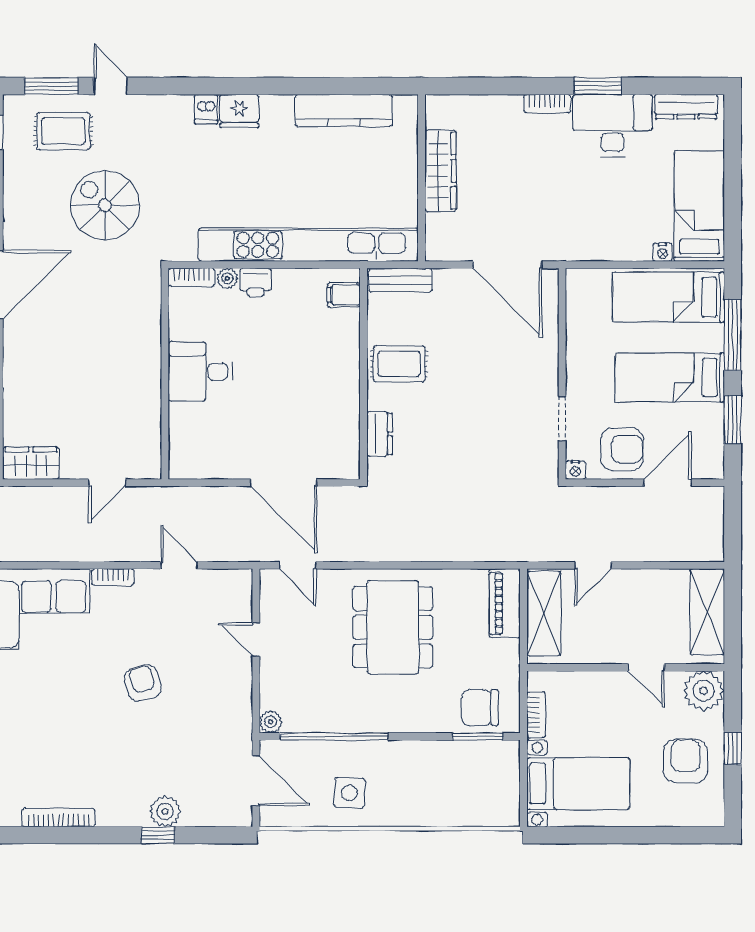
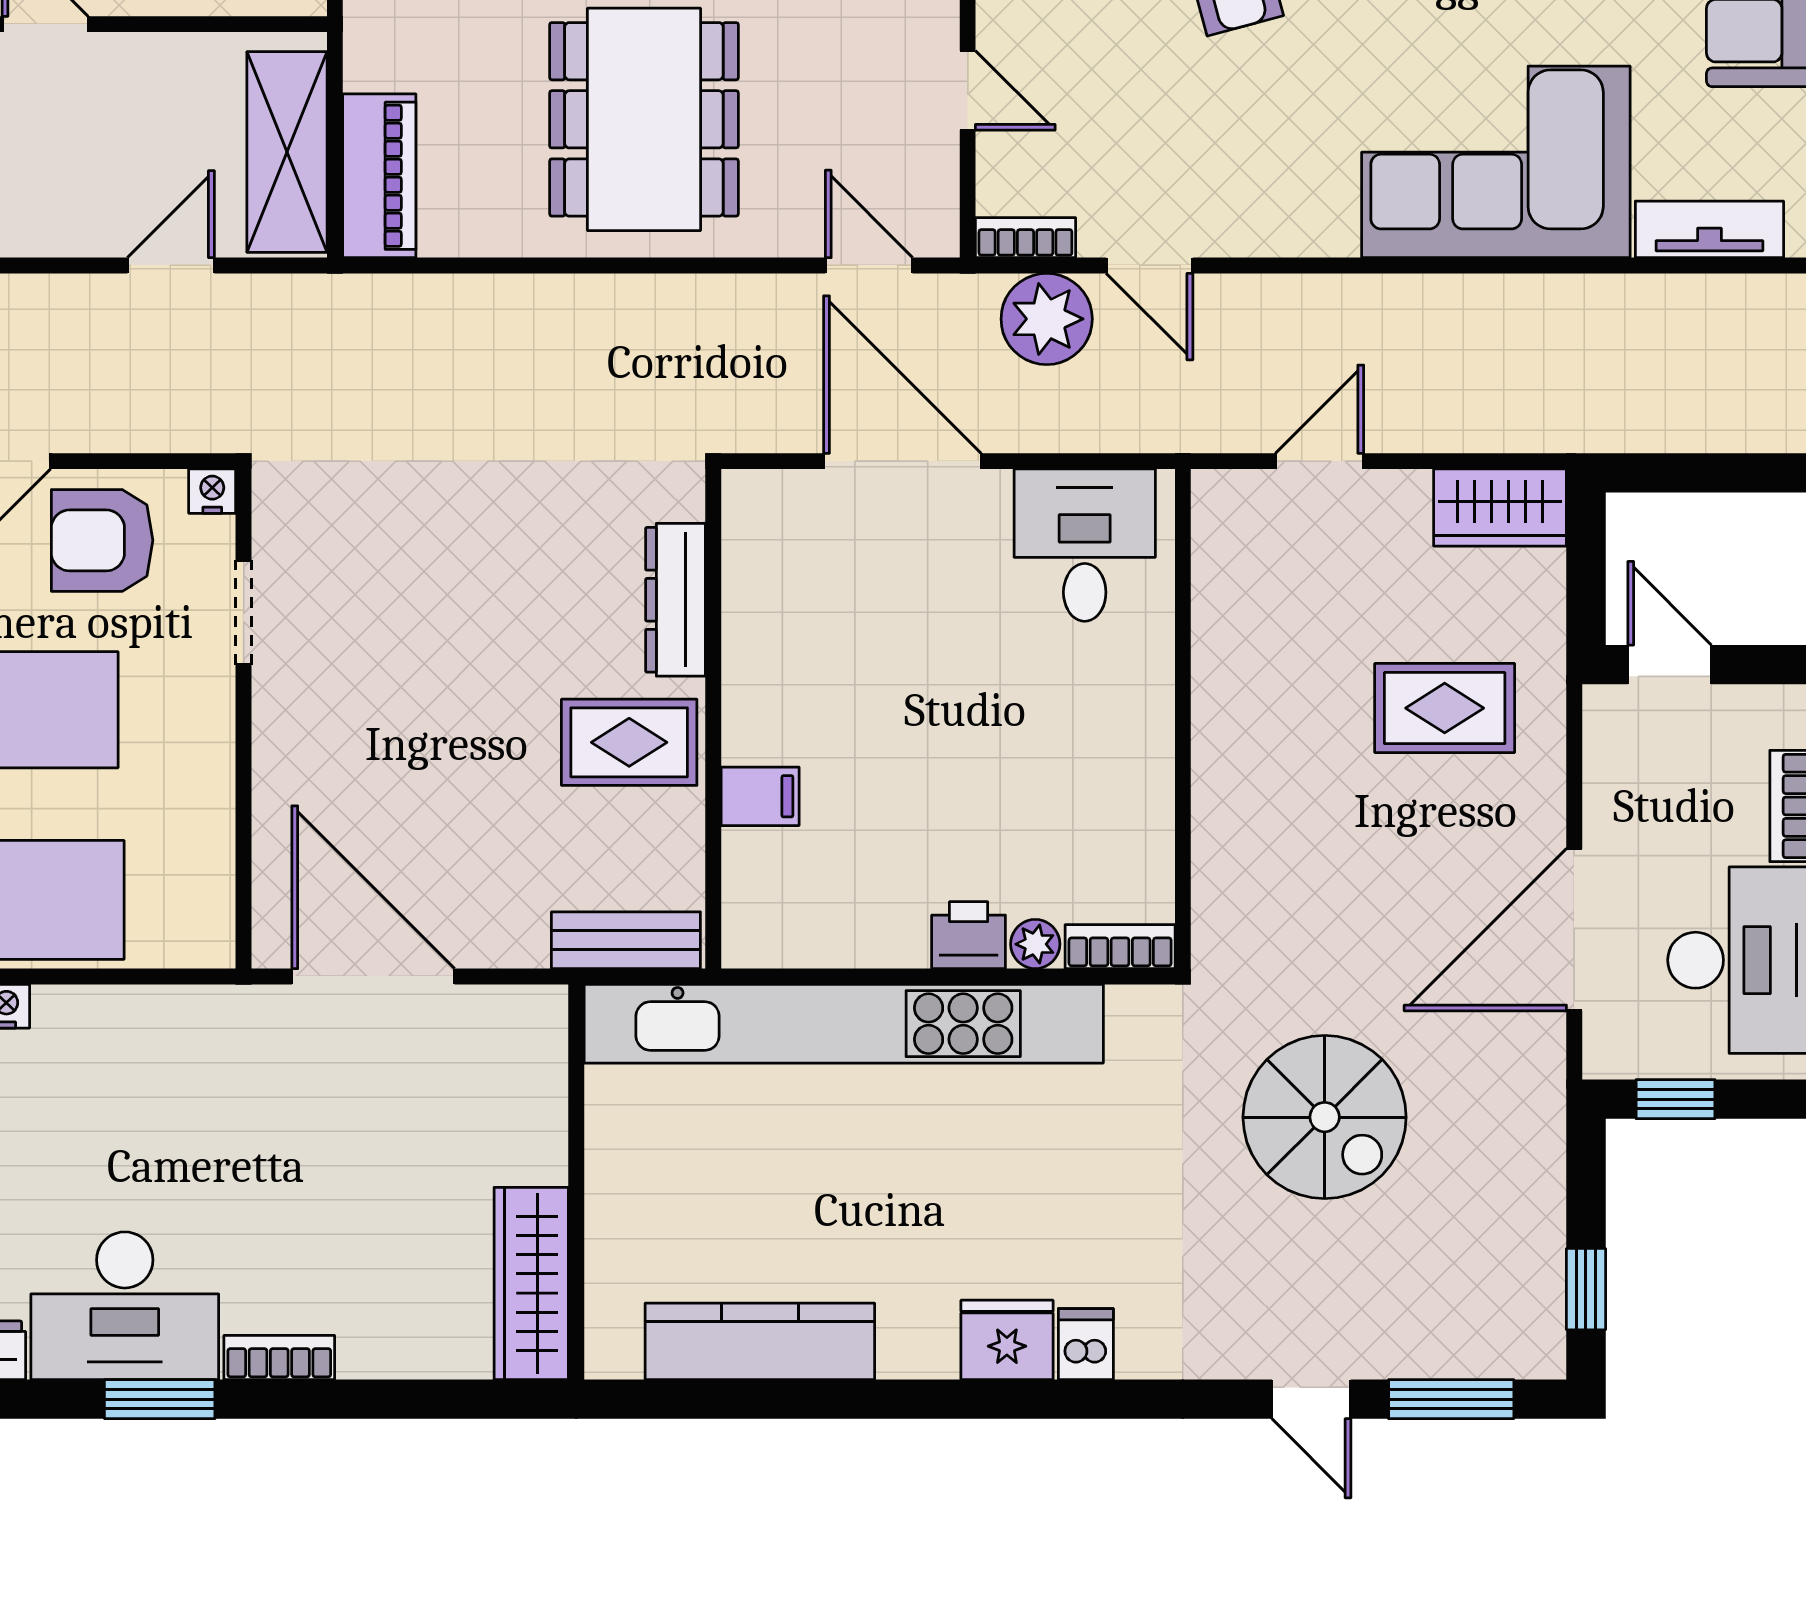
rug: (63, 131) -> (1445, 708), moved
wardrobe: (441, 171) -> (531, 1283), moved
filing cabinet: (344, 295) -> (760, 796), moved
desk: (200, 372) -> (1085, 545), moved, turned -90
dresser: (380, 434) -> (675, 600), width x1.44
plant: (223, 543) -> (1047, 319), added
bookcase: (113, 577) -> (1025, 238), moved

